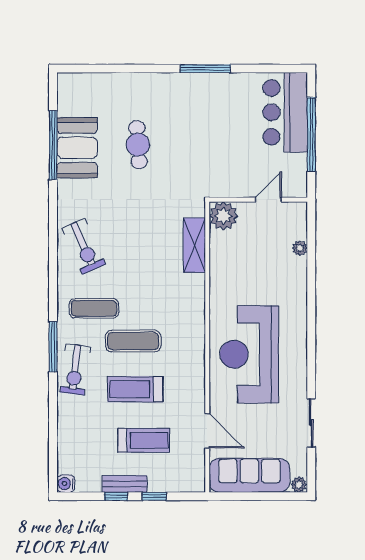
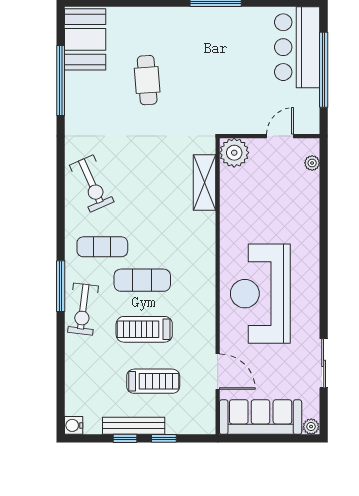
booth: (77, 148) -> (85, 39), moved
plant: (300, 248) -> (312, 163), moved
bench: (125, 484) -> (134, 426), width x1.36

